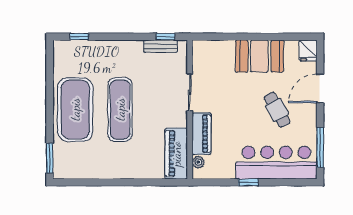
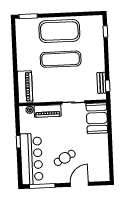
fridge: (308, 50) -> (103, 176), removed
booth: (259, 56) -> (97, 118), moved
door: (320, 88) -> (79, 184), hinge flipped
piano: (176, 154) -> (25, 87), moved, turned 90

